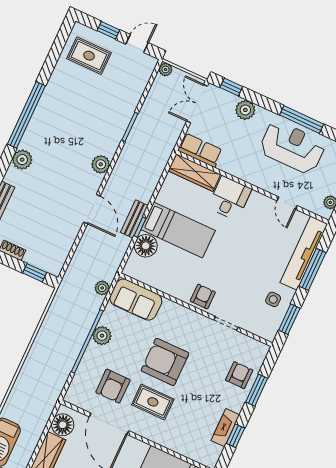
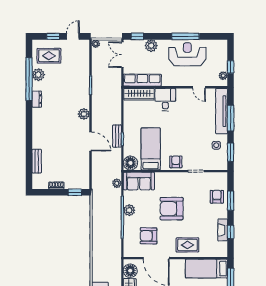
dresser: (42, 111) -> (37, 99), added
window: (26, 115) -> (29, 79), moved
row of seats: (200, 150) -> (142, 80), width x1.48
plant: (22, 160) -> (38, 75), moved
bed: (178, 230) -> (151, 149), moved, turned -90
floor lamp: (146, 246) -> (130, 163), moved
armchair: (113, 386) -> (149, 236), turned 90
rug: (153, 402) -> (187, 245), moved

